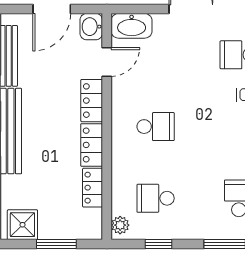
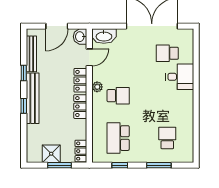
locker: (93, 188) -> (81, 151), moved
school desk: (156, 198) -> (118, 138), width x1.85
shower: (22, 225) -> (51, 154), moved
plant: (120, 225) -> (97, 87), moved

